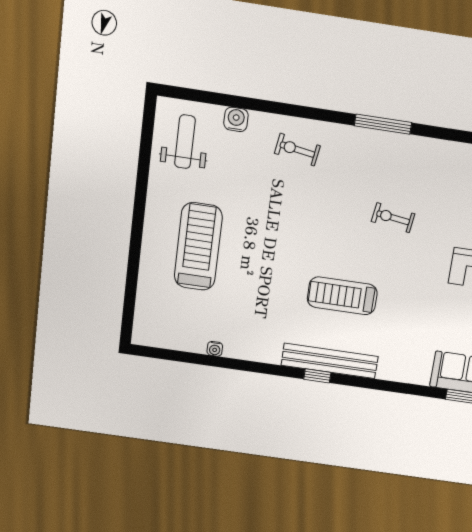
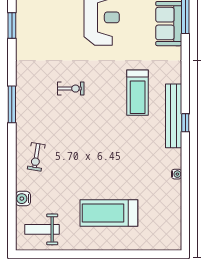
exercise bike: (393, 218) -> (71, 89), turned -98
treadmill: (342, 296) -> (138, 93), moved
water cooler: (215, 349) -> (177, 174), moved

